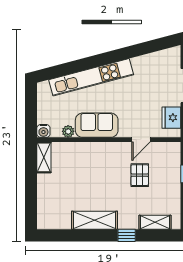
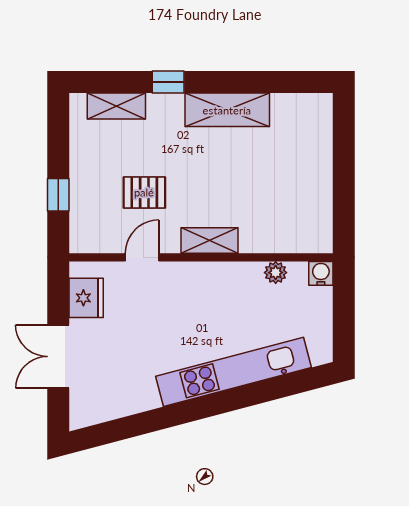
sofa: (97, 125) -> (223, 284), removed
shelving: (44, 157) -> (209, 241), moved, turned 90
pallet: (140, 175) -> (144, 192), turned 90

